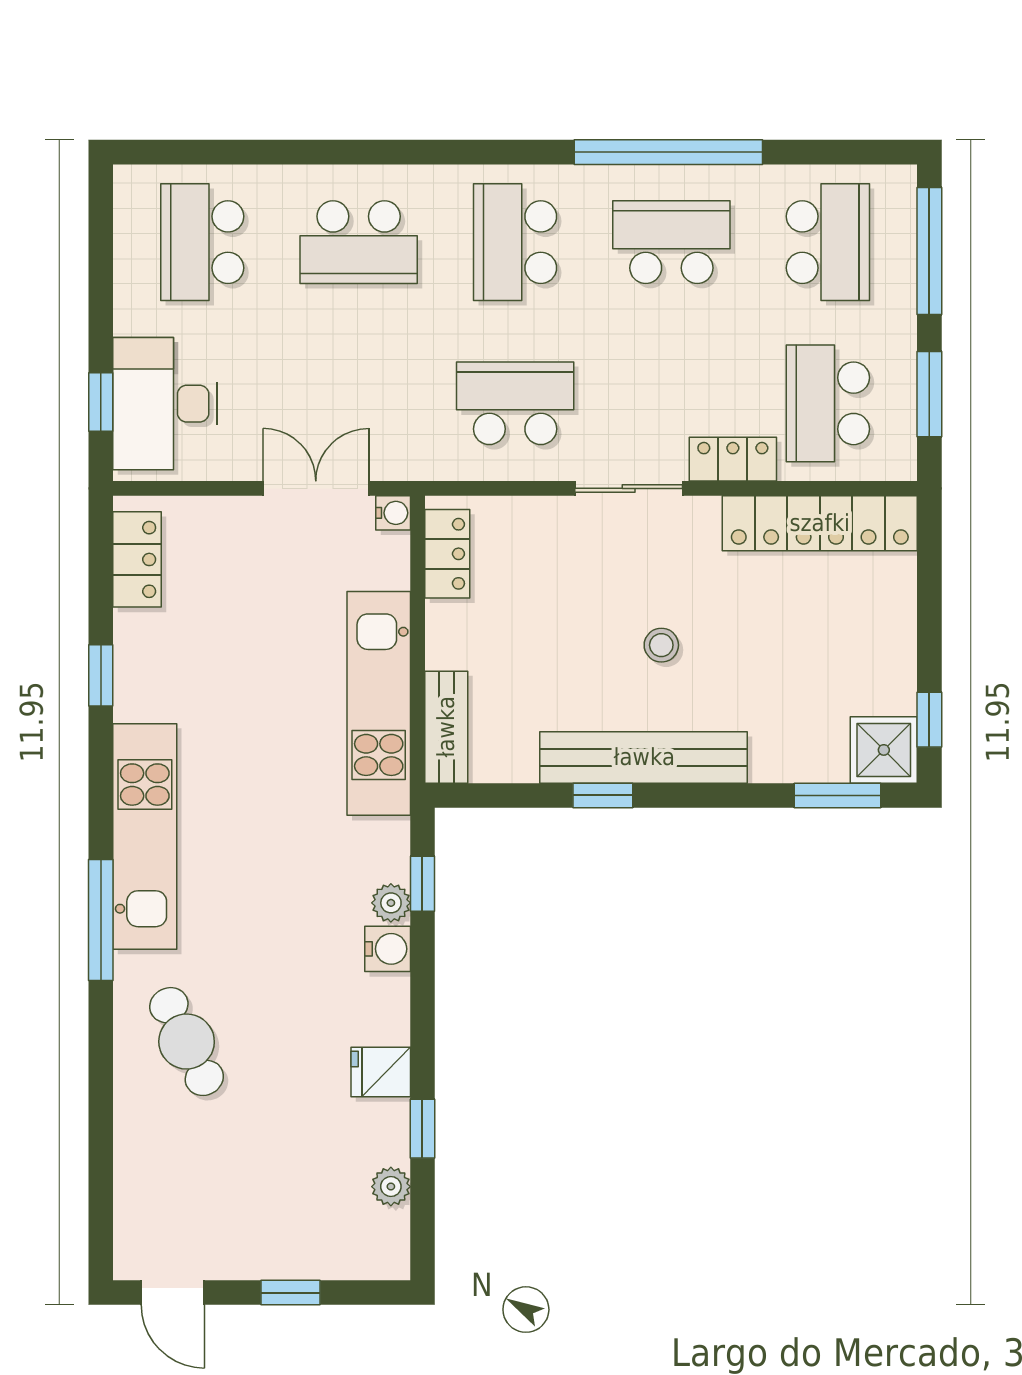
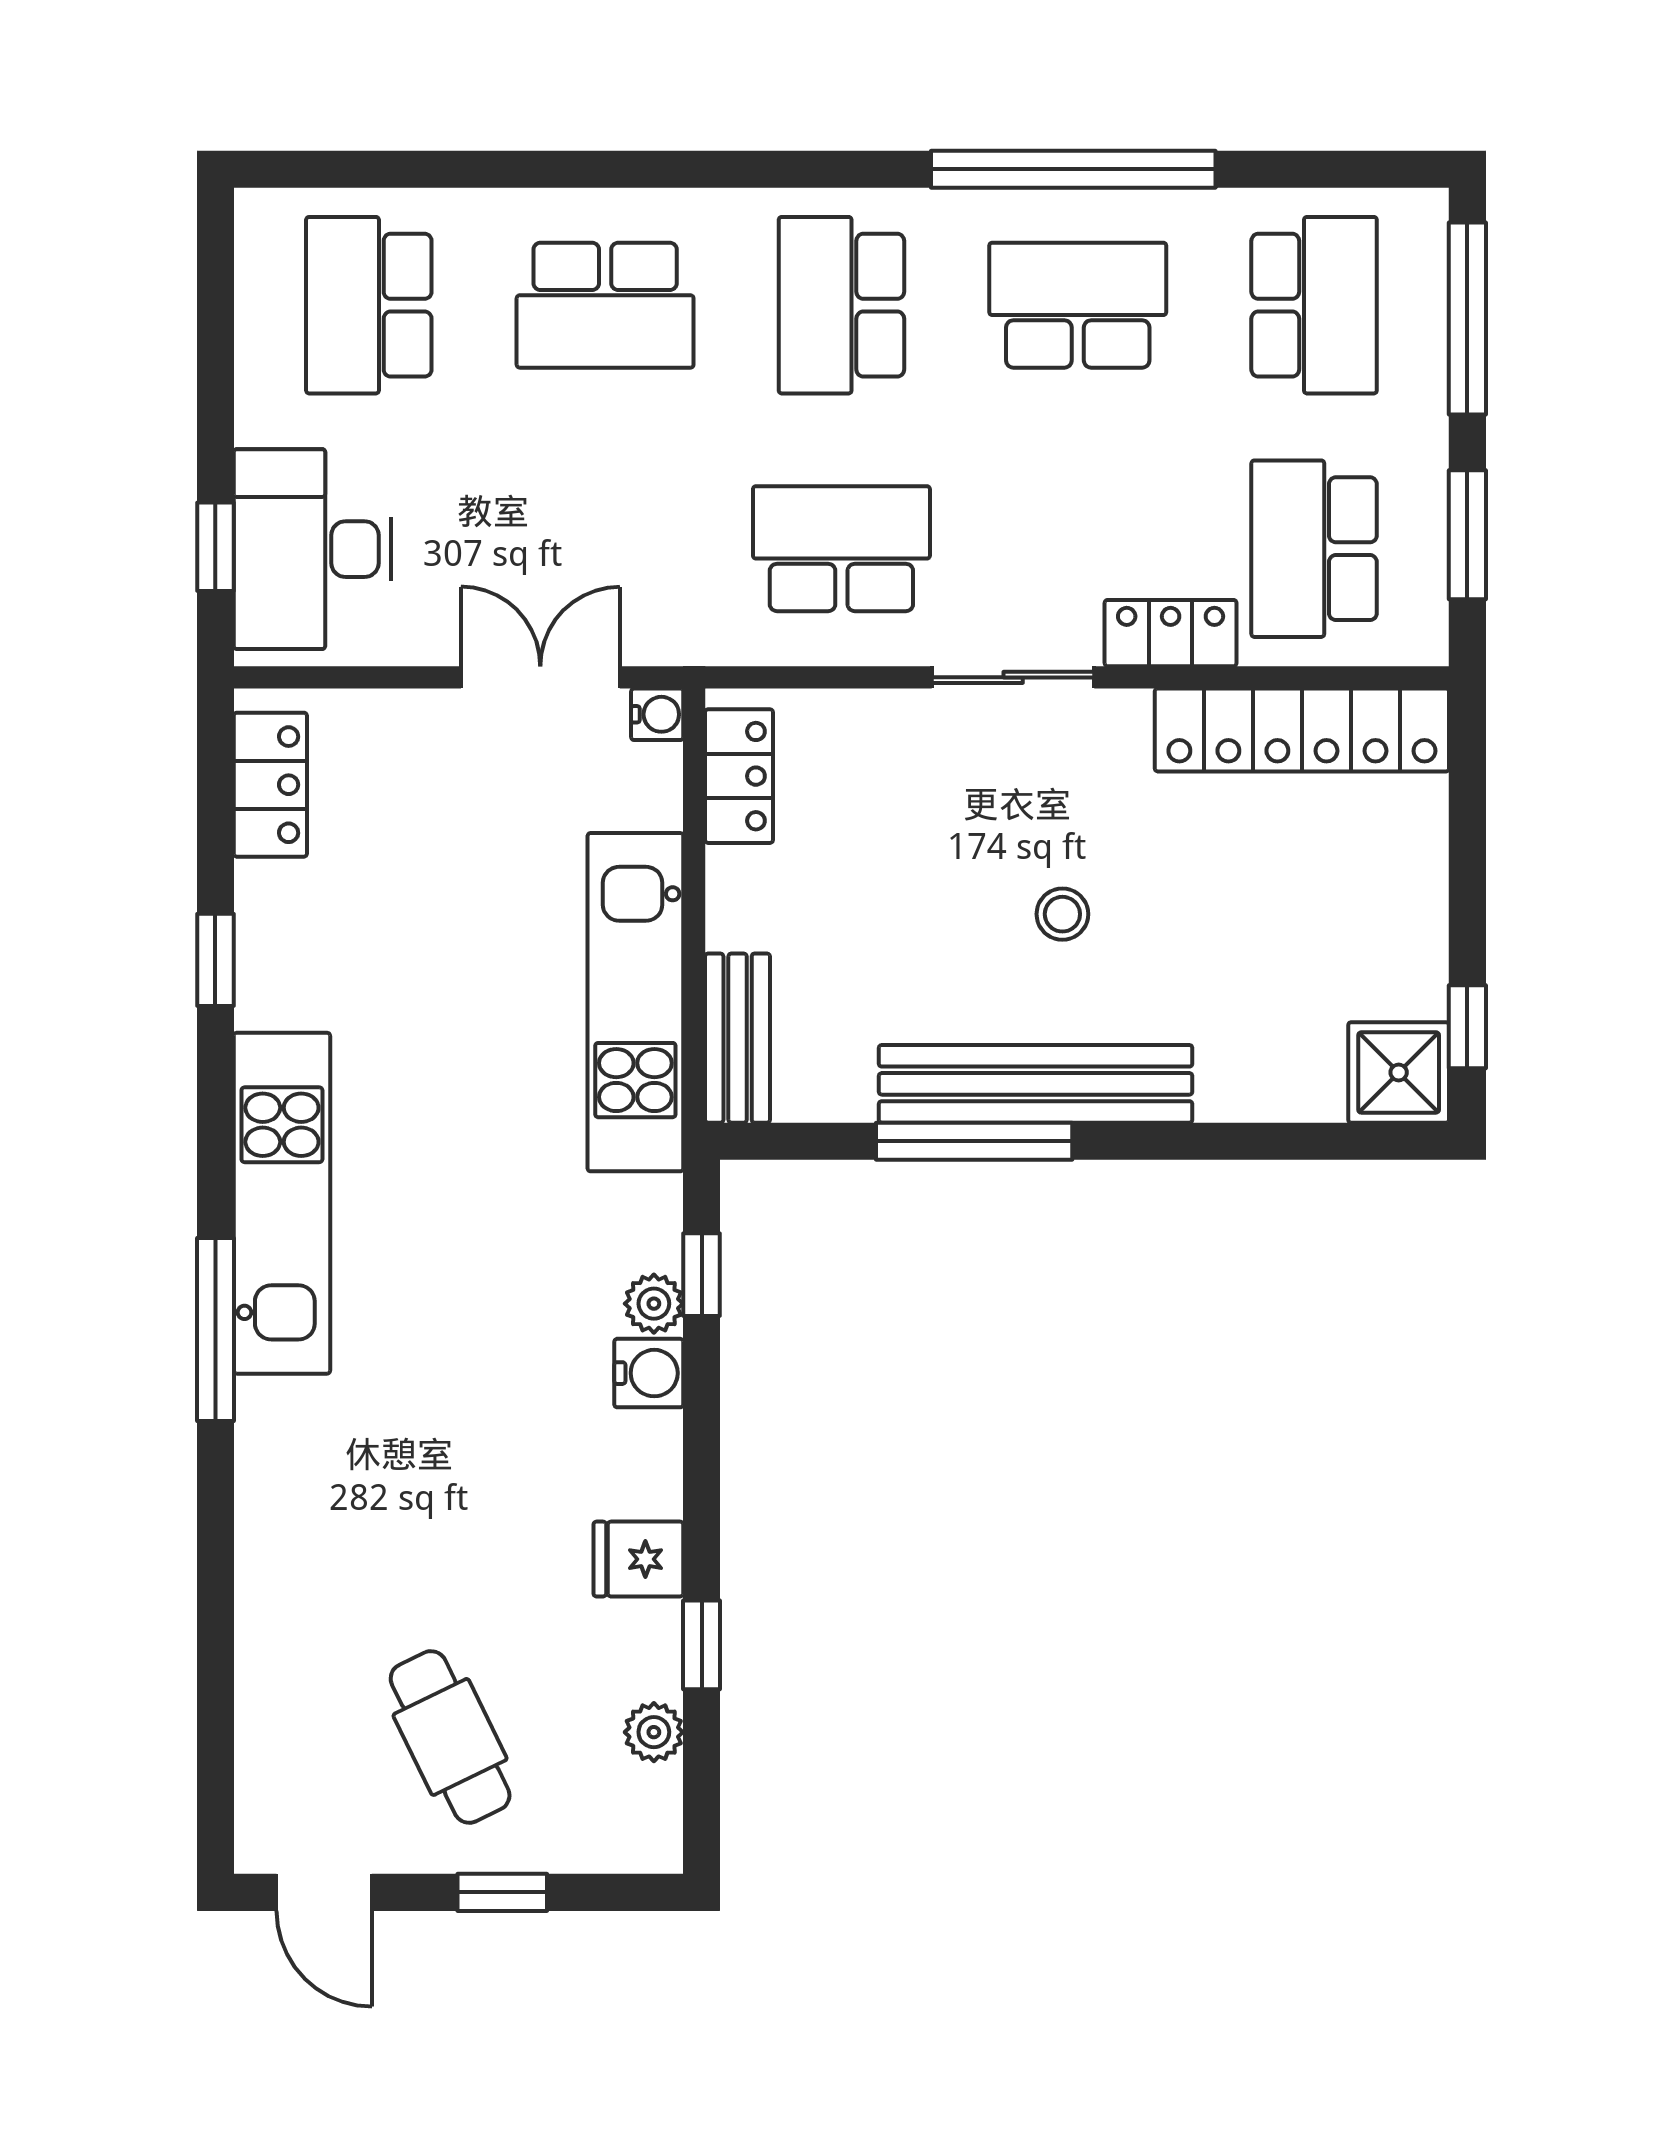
window: (603, 795) -> (974, 1141), width x2.17
window: (837, 795) -> (1329, 1141), removed
cafe table: (187, 1042) -> (450, 1737), moved

